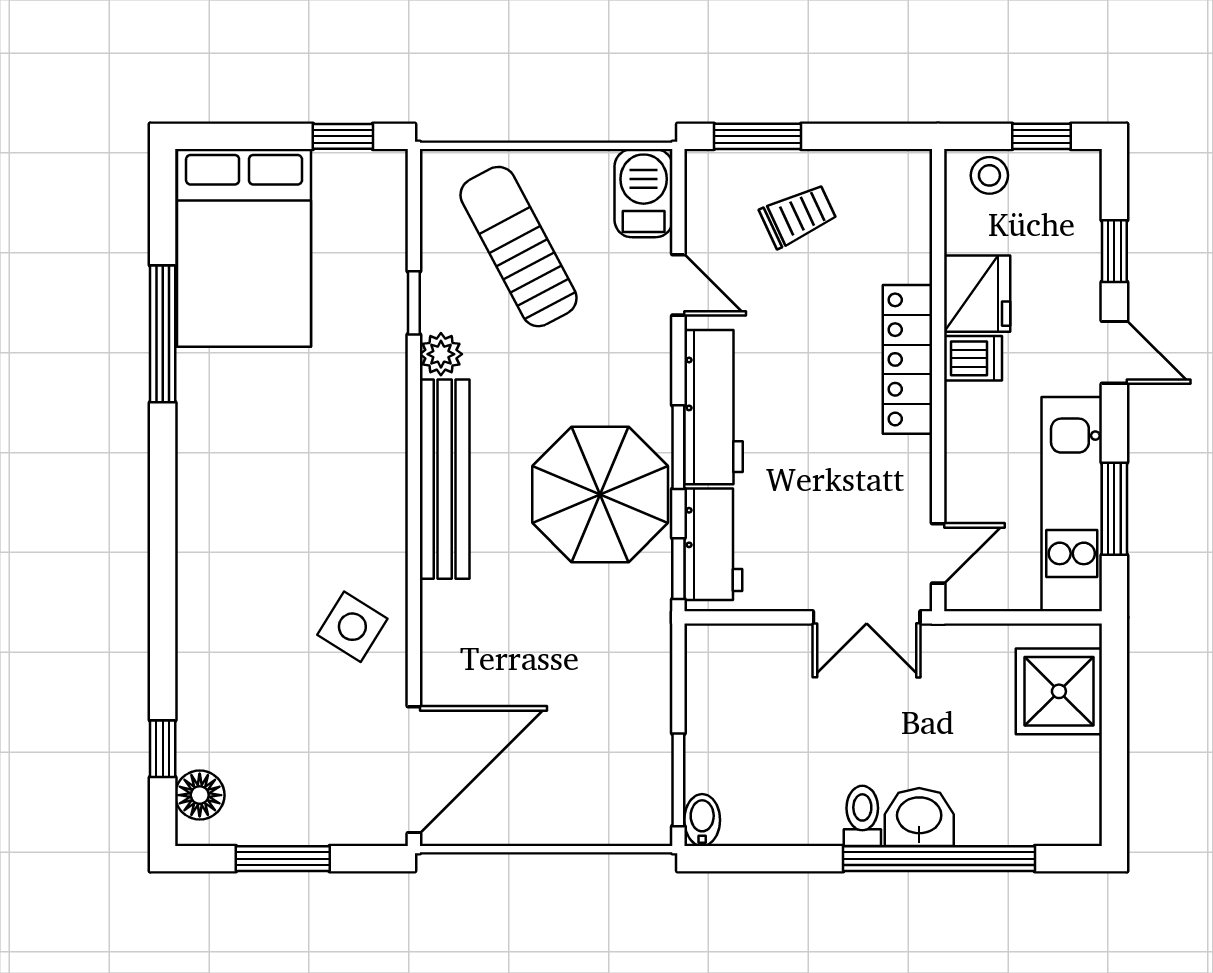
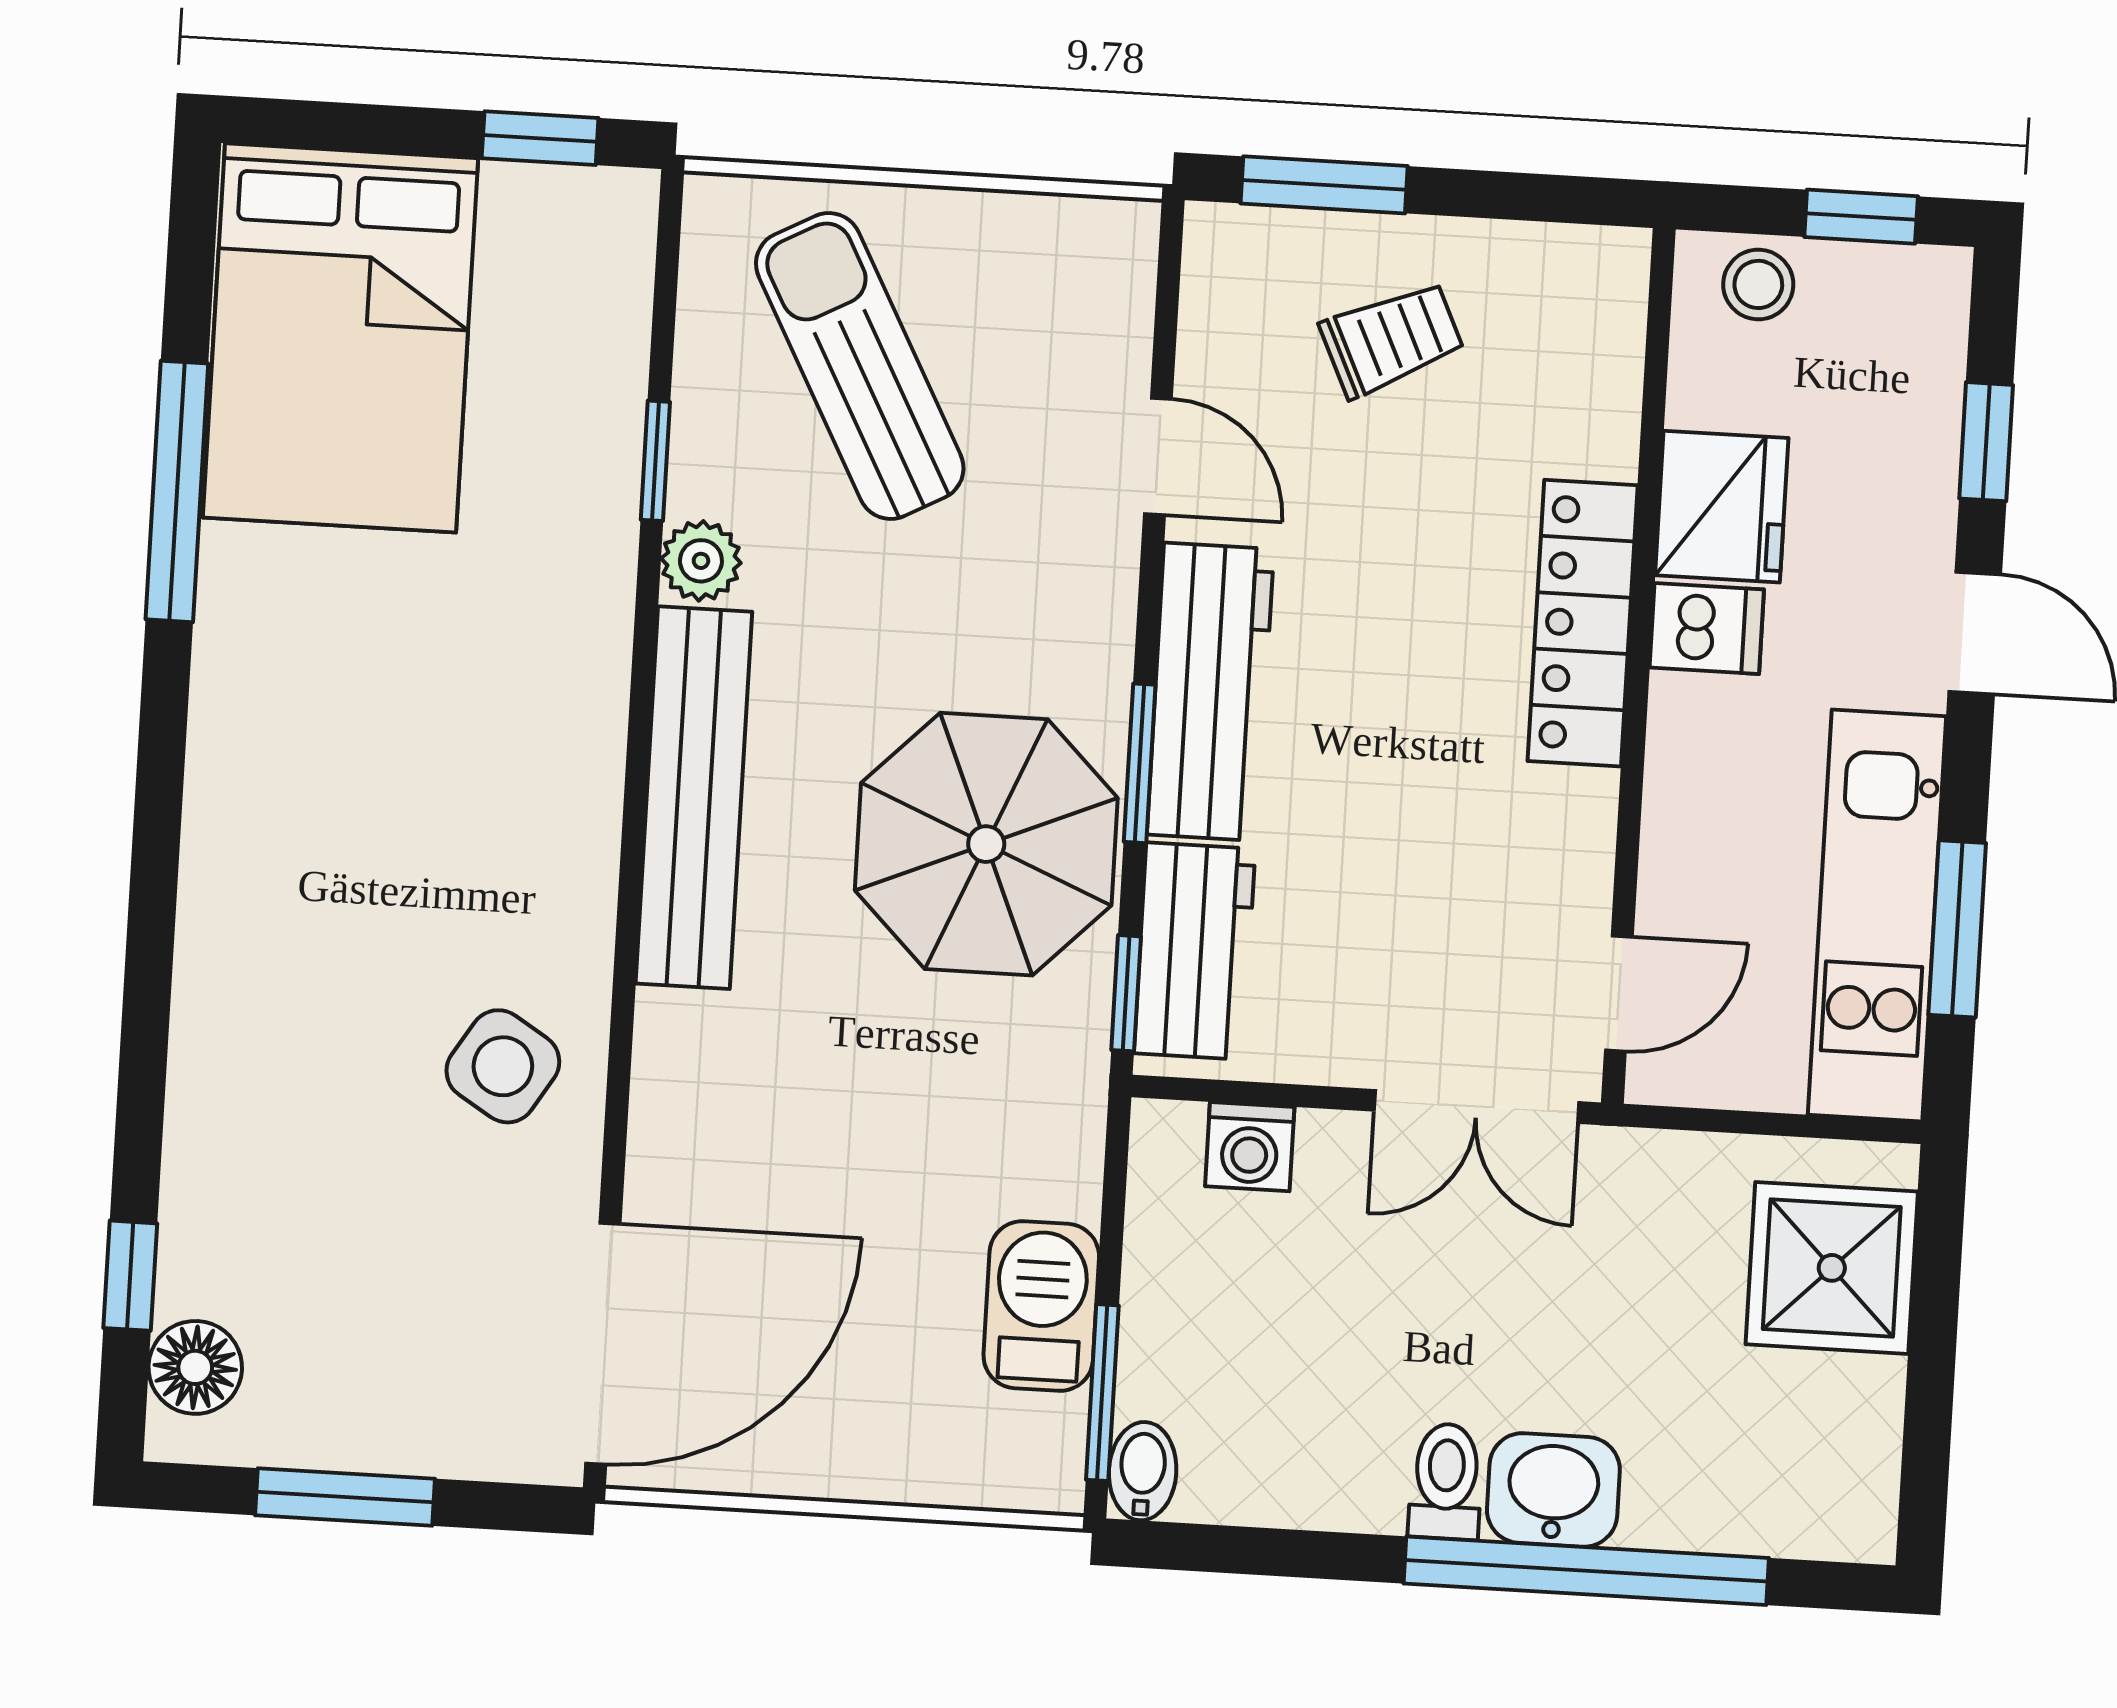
barbecue: (644, 193) -> (1041, 1306), moved
washing machine: (748, 646) -> (1250, 1147), added

